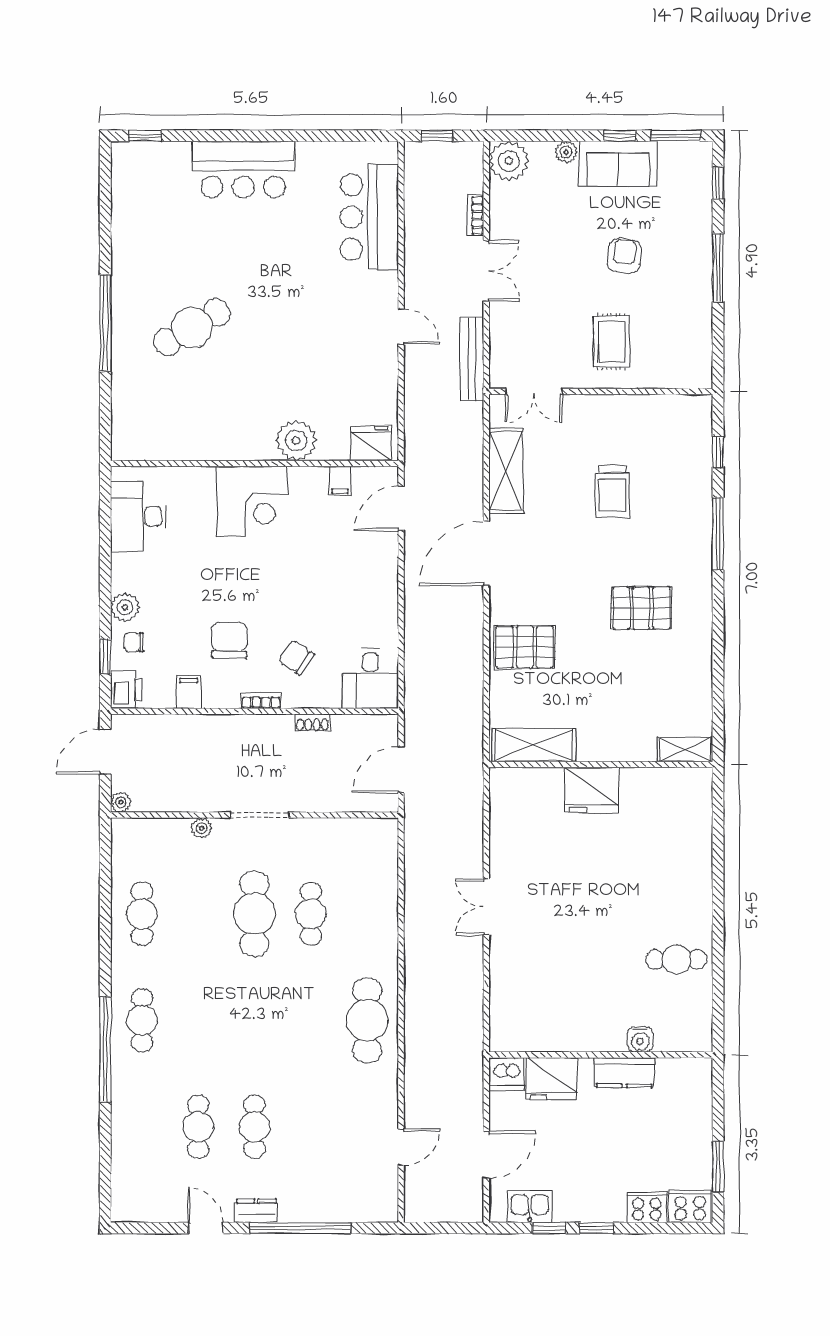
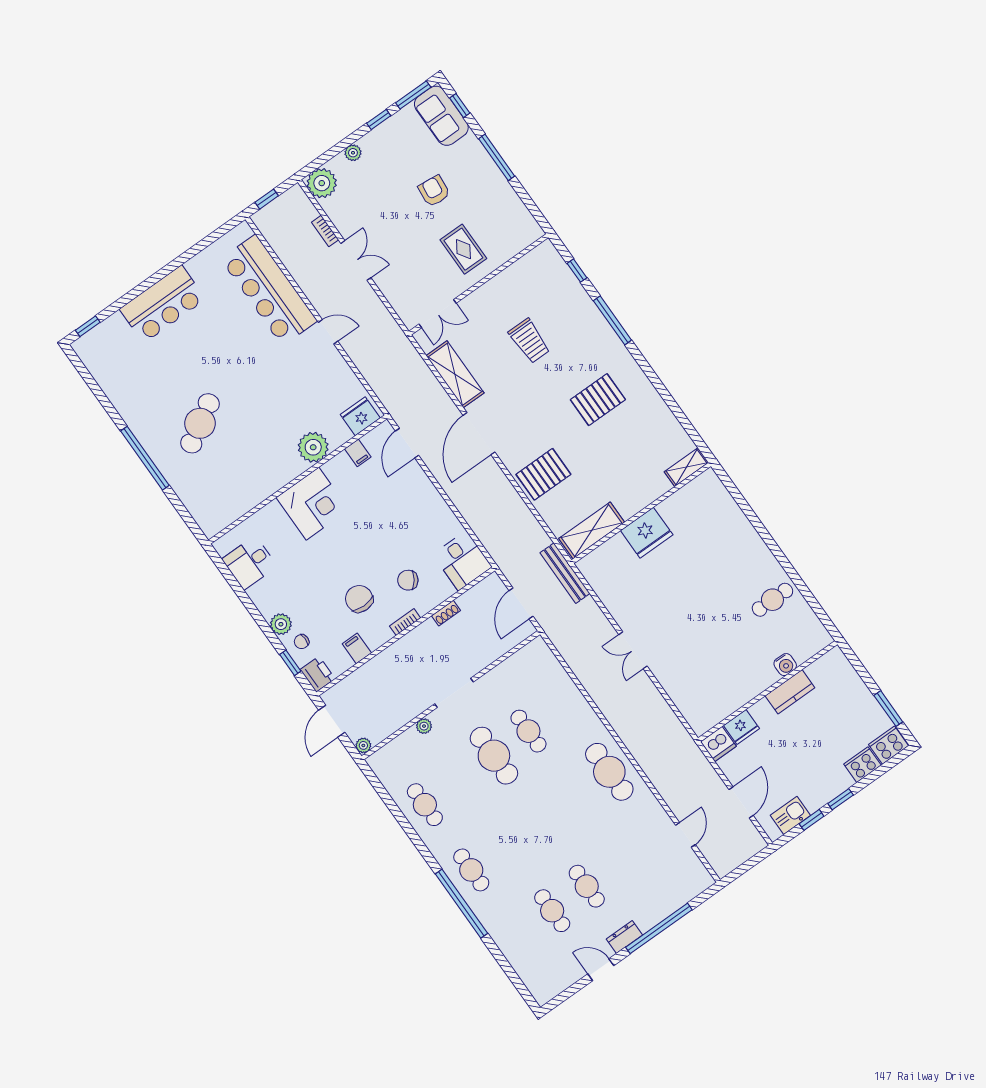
sofa: (618, 164) -> (441, 116), moved, turned 90
bar counter: (369, 217) -> (269, 290), width x1.36
bench: (472, 358) -> (565, 573), moved
desk: (138, 517) -> (250, 563), width x0.73
fridge: (551, 1079) -> (741, 727), width x0.73, depth x0.75

